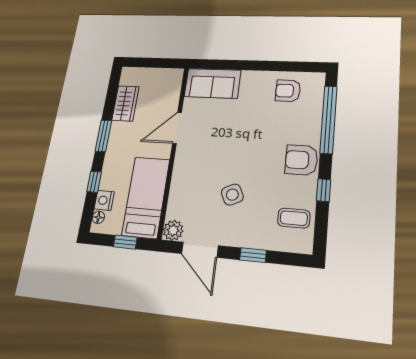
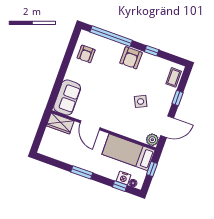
wardrobe: (125, 103) -> (60, 123), moved, turned 180
window: (94, 182) -> (120, 186), moved
coffee table: (294, 218) -> (174, 77), moved

